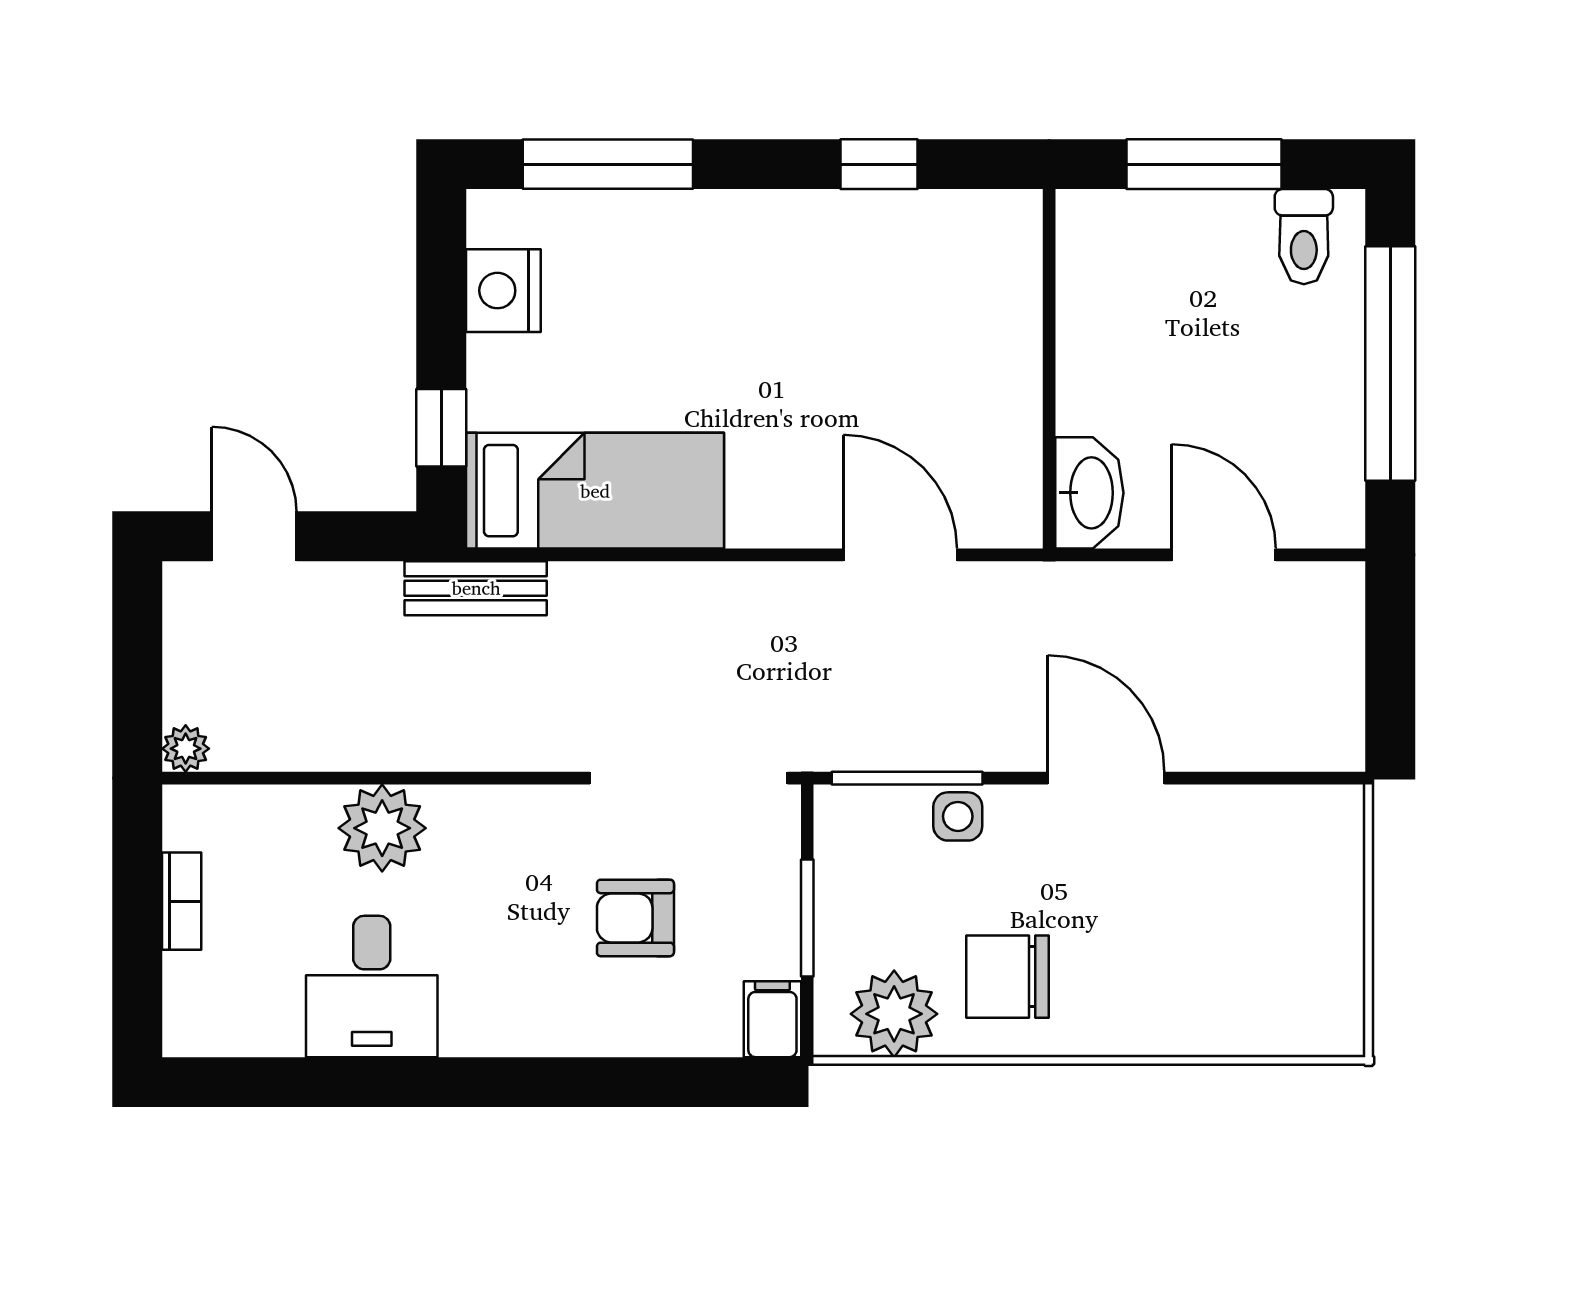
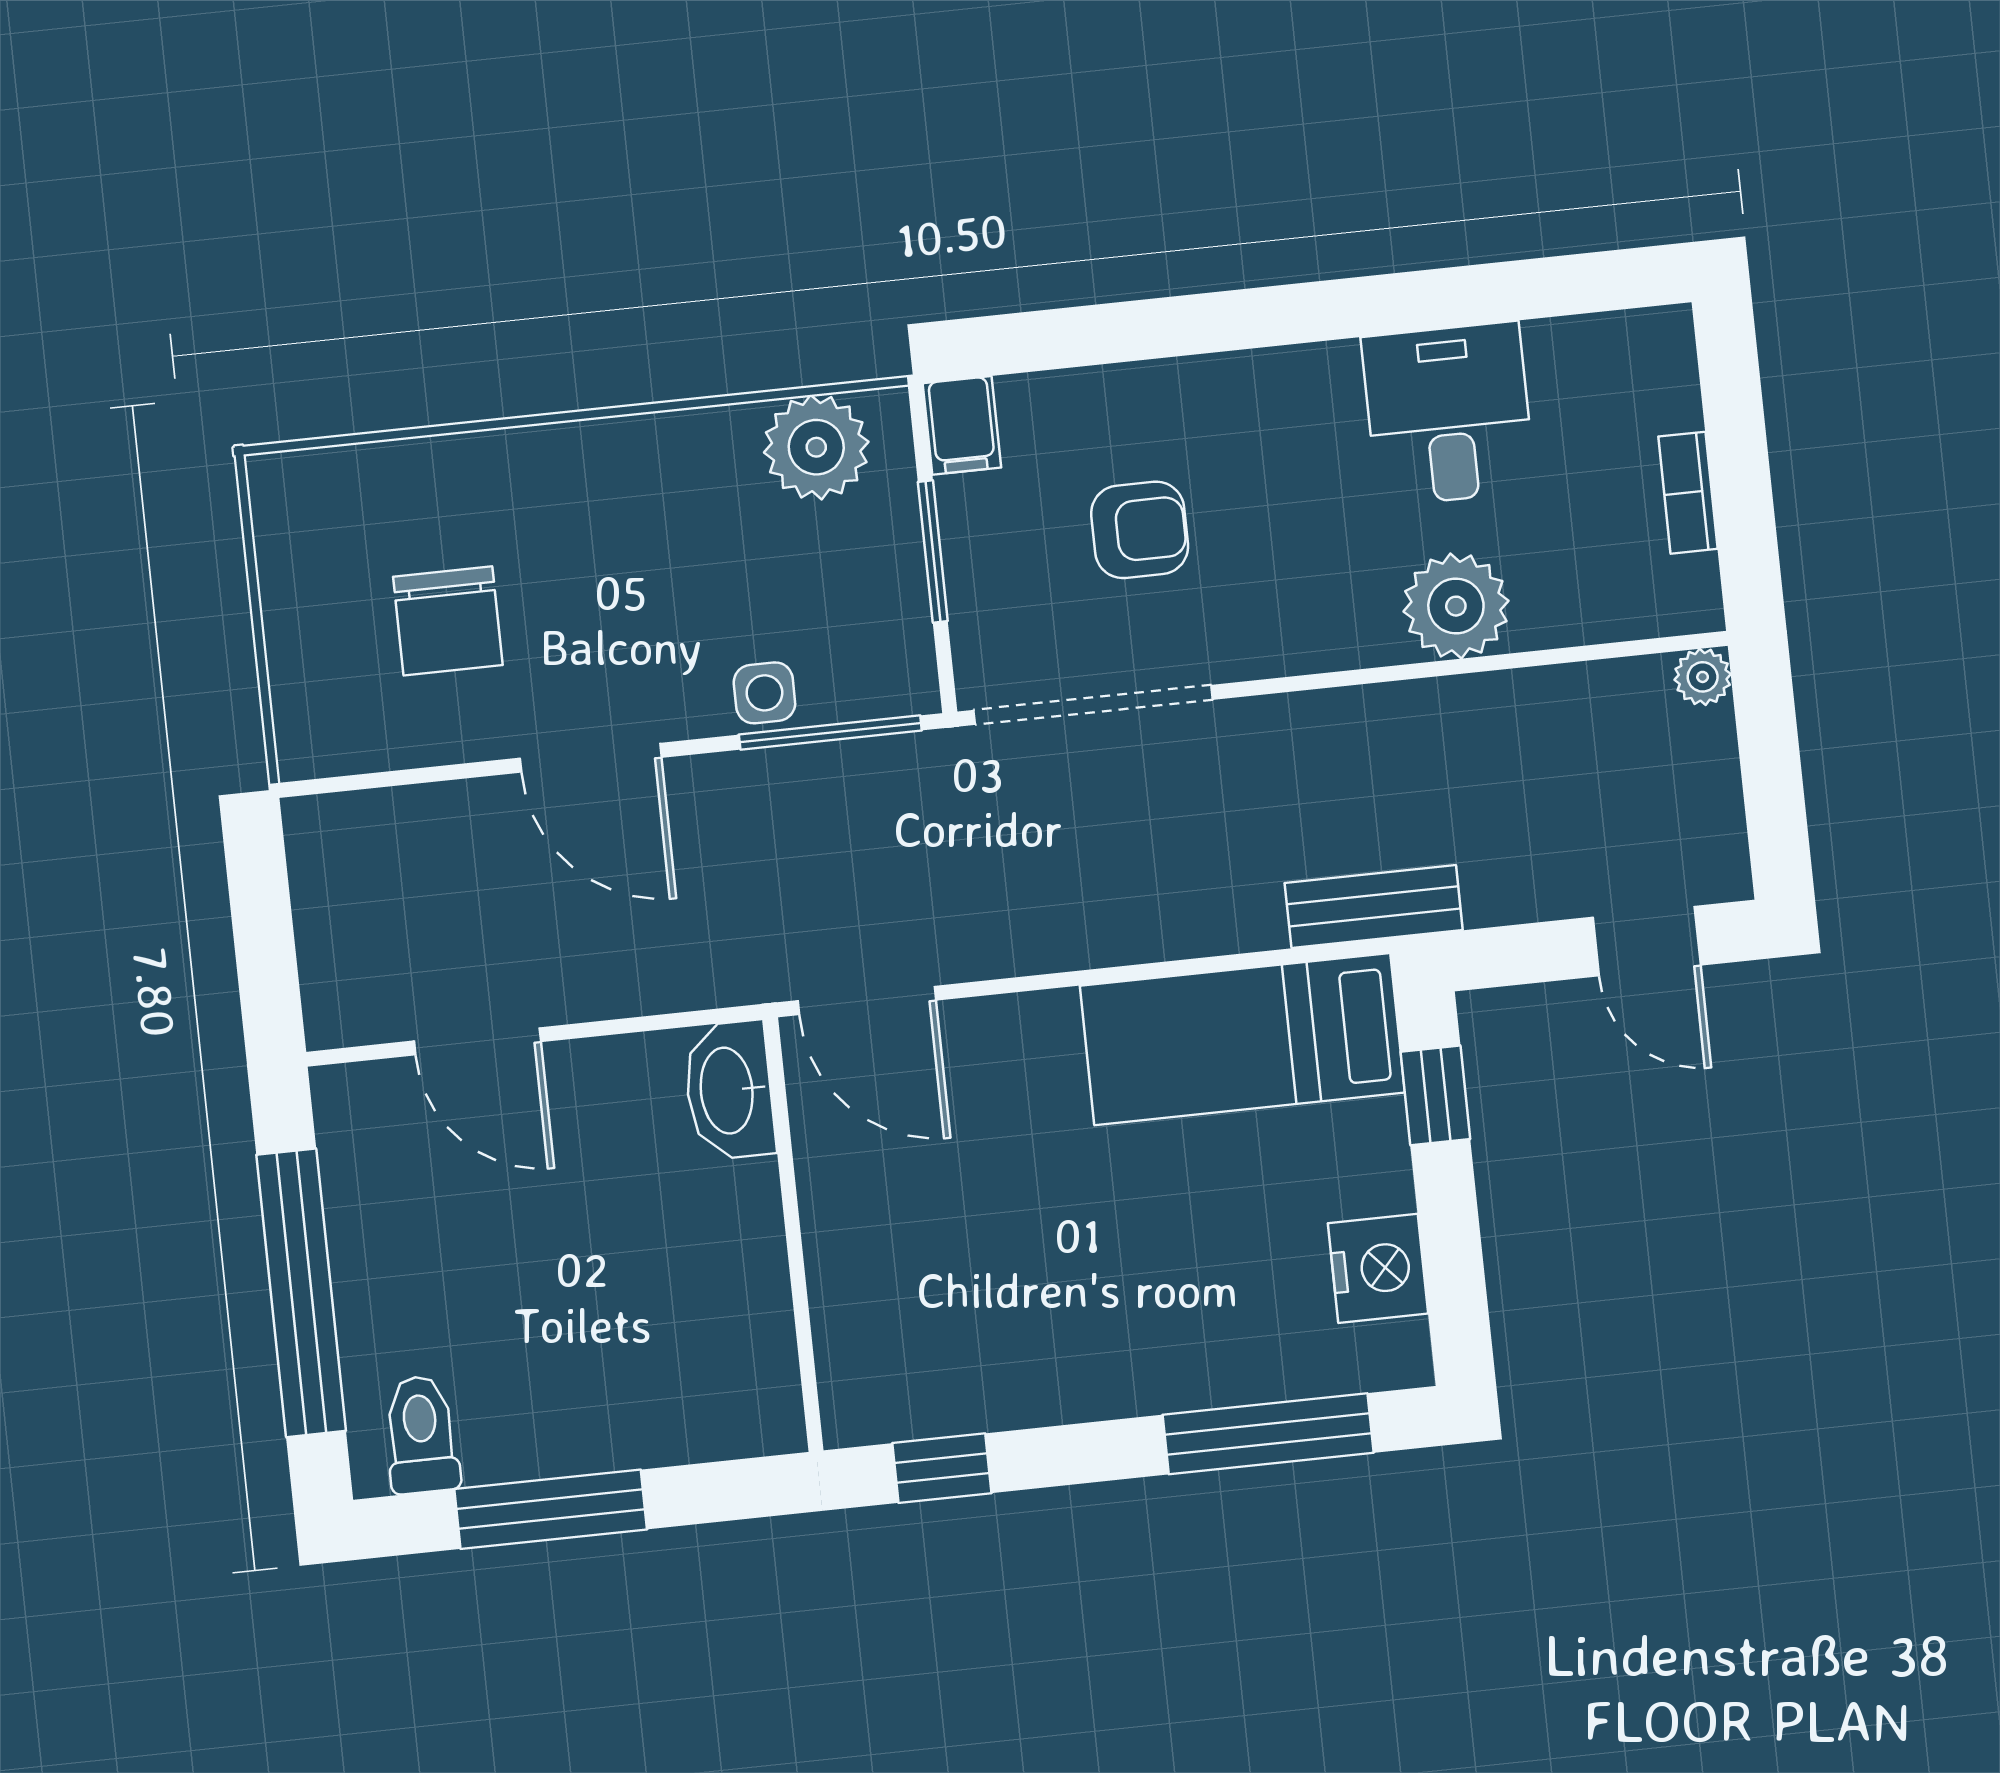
wall: (1049, 369) -> (793, 1235), moved
washbasin: (1089, 493) -> (729, 1090), moved
chair: (1008, 977) -> (448, 621), moved, turned 90

